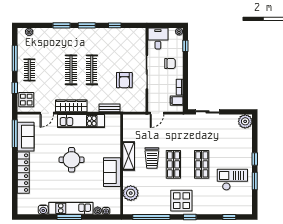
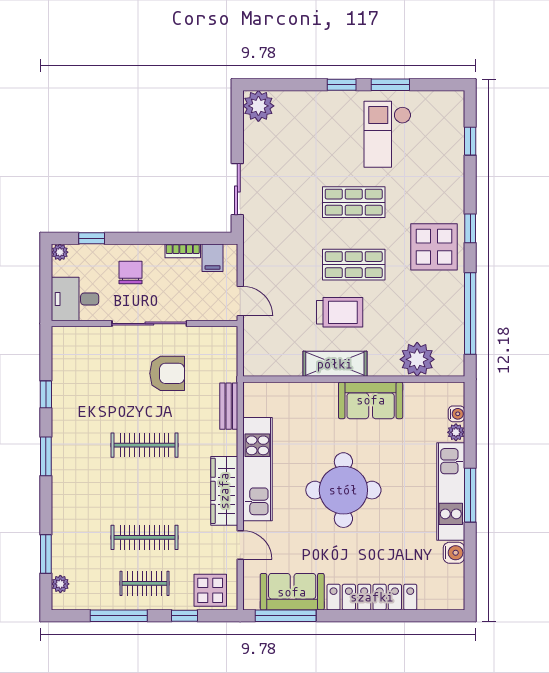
window: (61, 25) -> (46, 554), moved
clothes rail: (71, 70) -> (145, 537), moved
round table: (72, 160) -> (343, 490), width x1.36, depth x1.36

